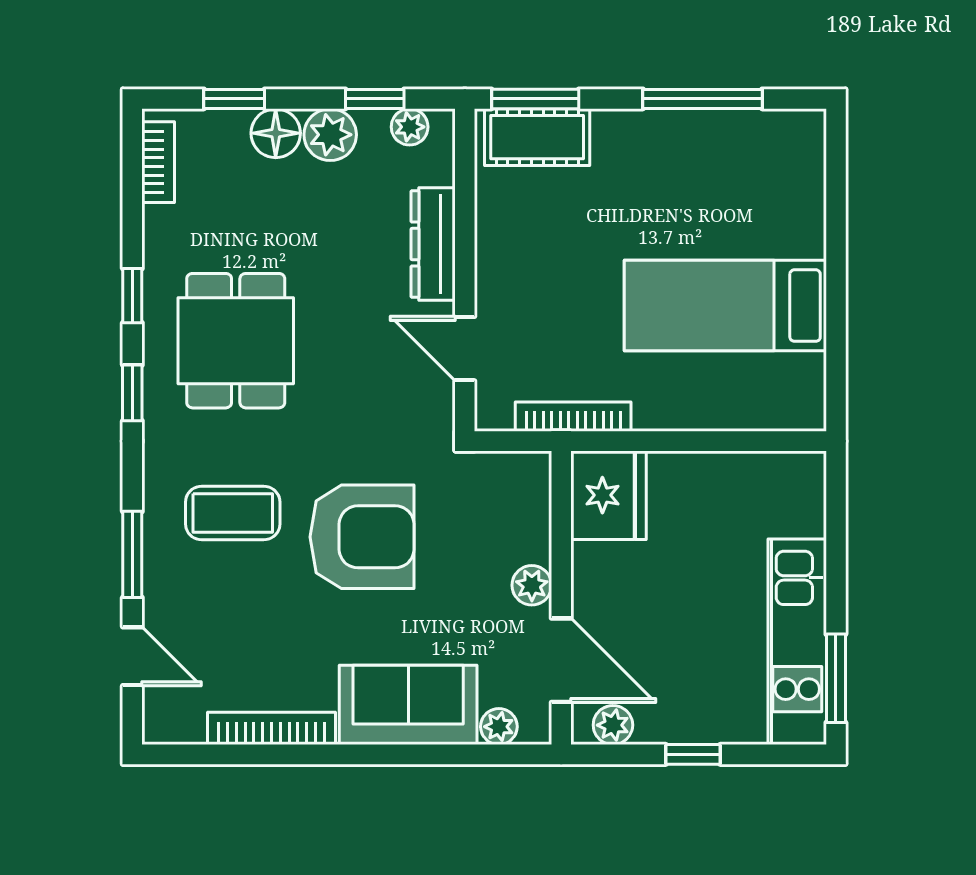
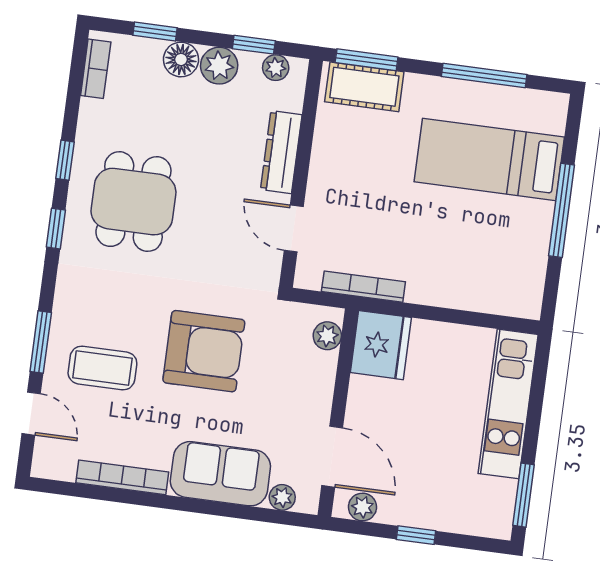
window: (836, 273) -> (562, 210), added
bed: (725, 306) -> (489, 159), moved
coffee table: (233, 513) -> (102, 368), moved
plant: (532, 585) -> (327, 336), moved
kitchen unit: (797, 642) -> (508, 404), moved

